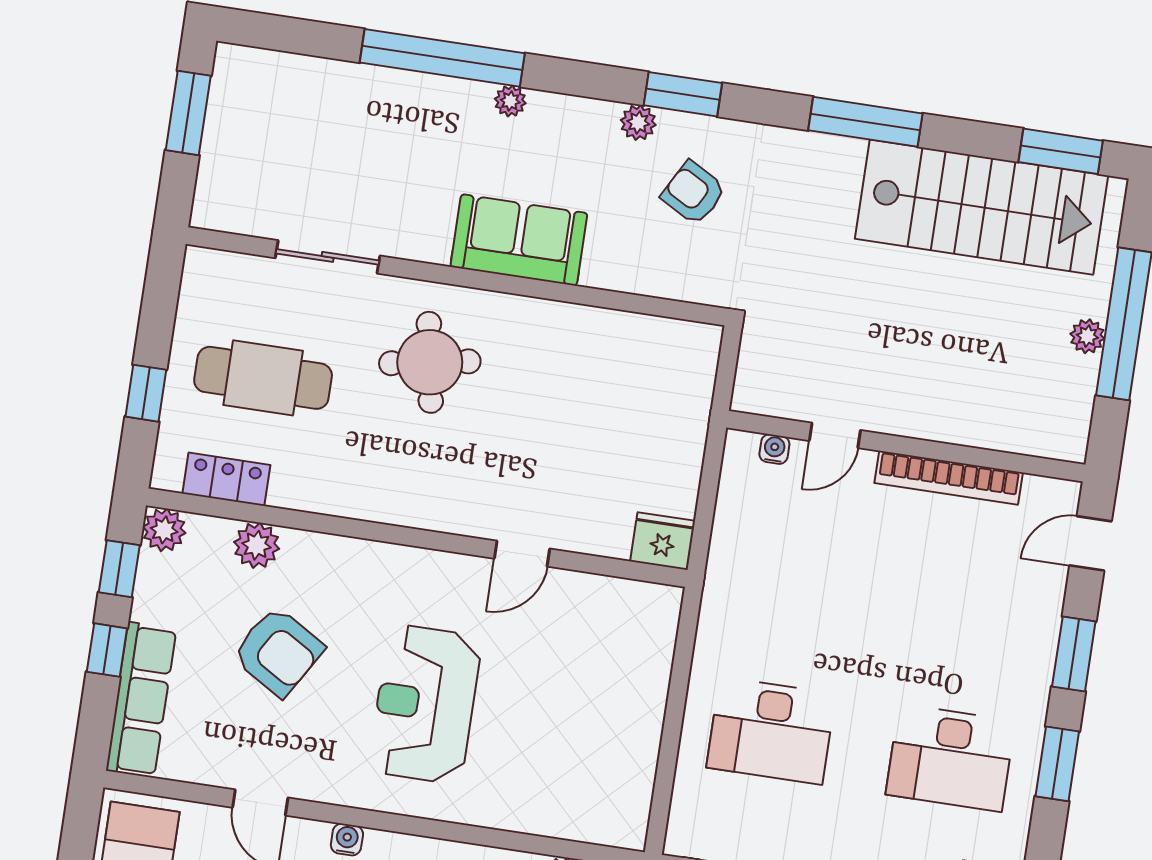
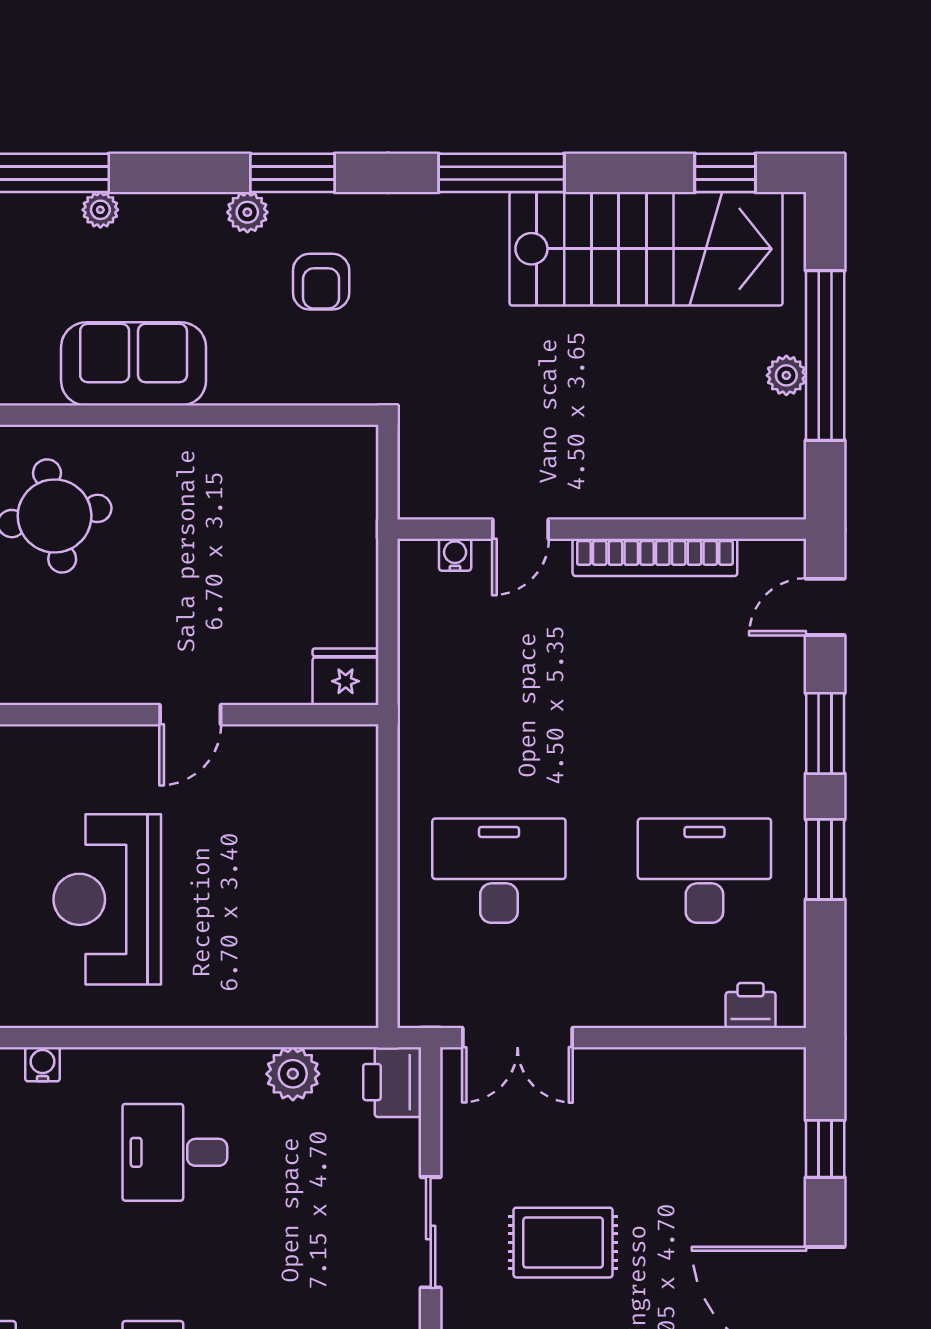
window: (1061, 151) -> (725, 173), width x0.67
armchair: (693, 193) -> (321, 282), turned -119
desk: (771, 731) -> (499, 871), turned 180
desk: (950, 758) -> (704, 871), turned 180

